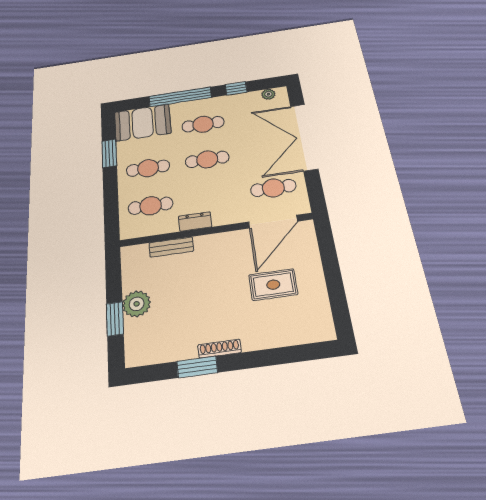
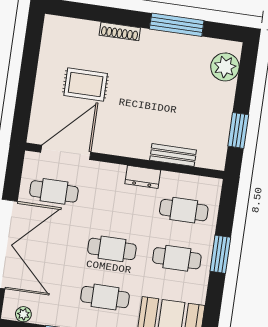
window: (109, 153) -> (220, 254), moved
plant: (137, 304) -> (225, 67), moved
window: (115, 319) -> (238, 130), moved
shoe rack: (219, 349) -> (120, 31), moved
window: (197, 367) -> (177, 25), width x1.44

